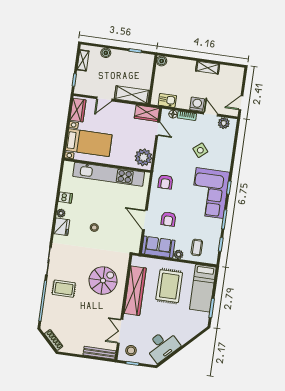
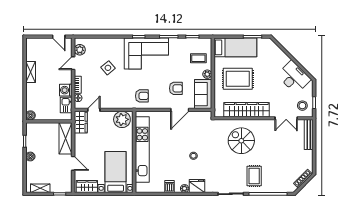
boiler: (106, 53) -> (30, 156), moved
washing machine: (197, 104) -> (66, 90), moved

